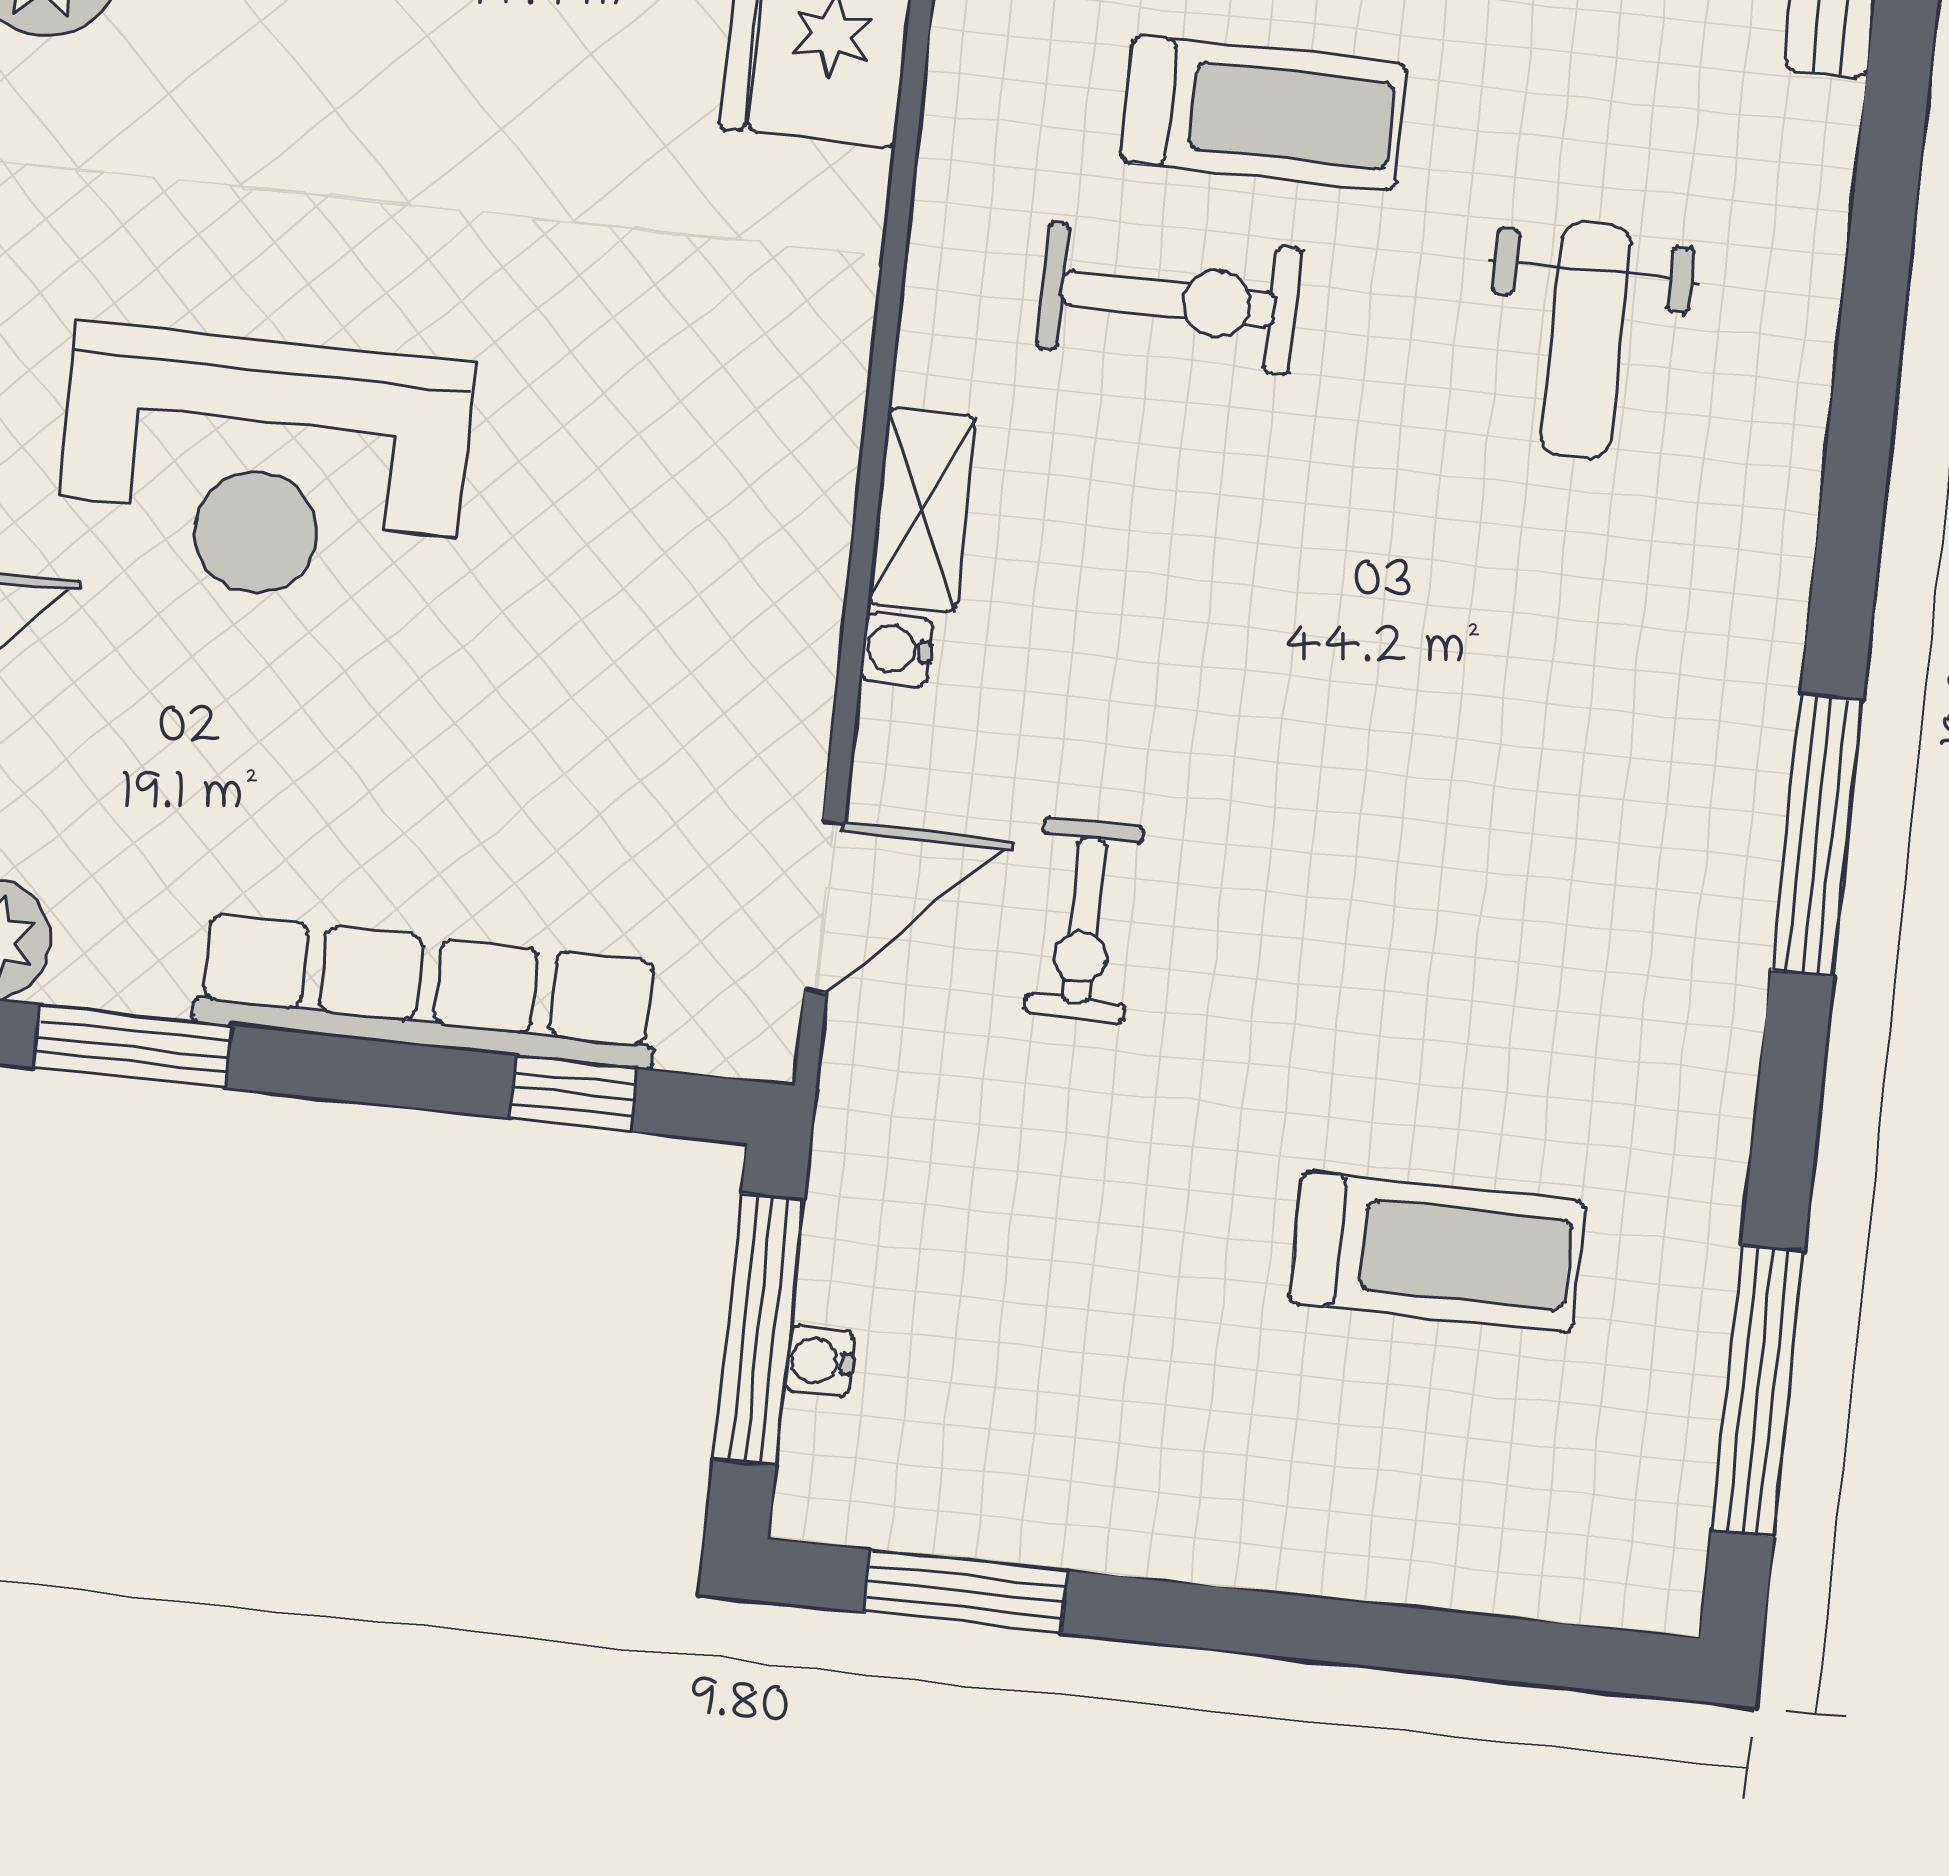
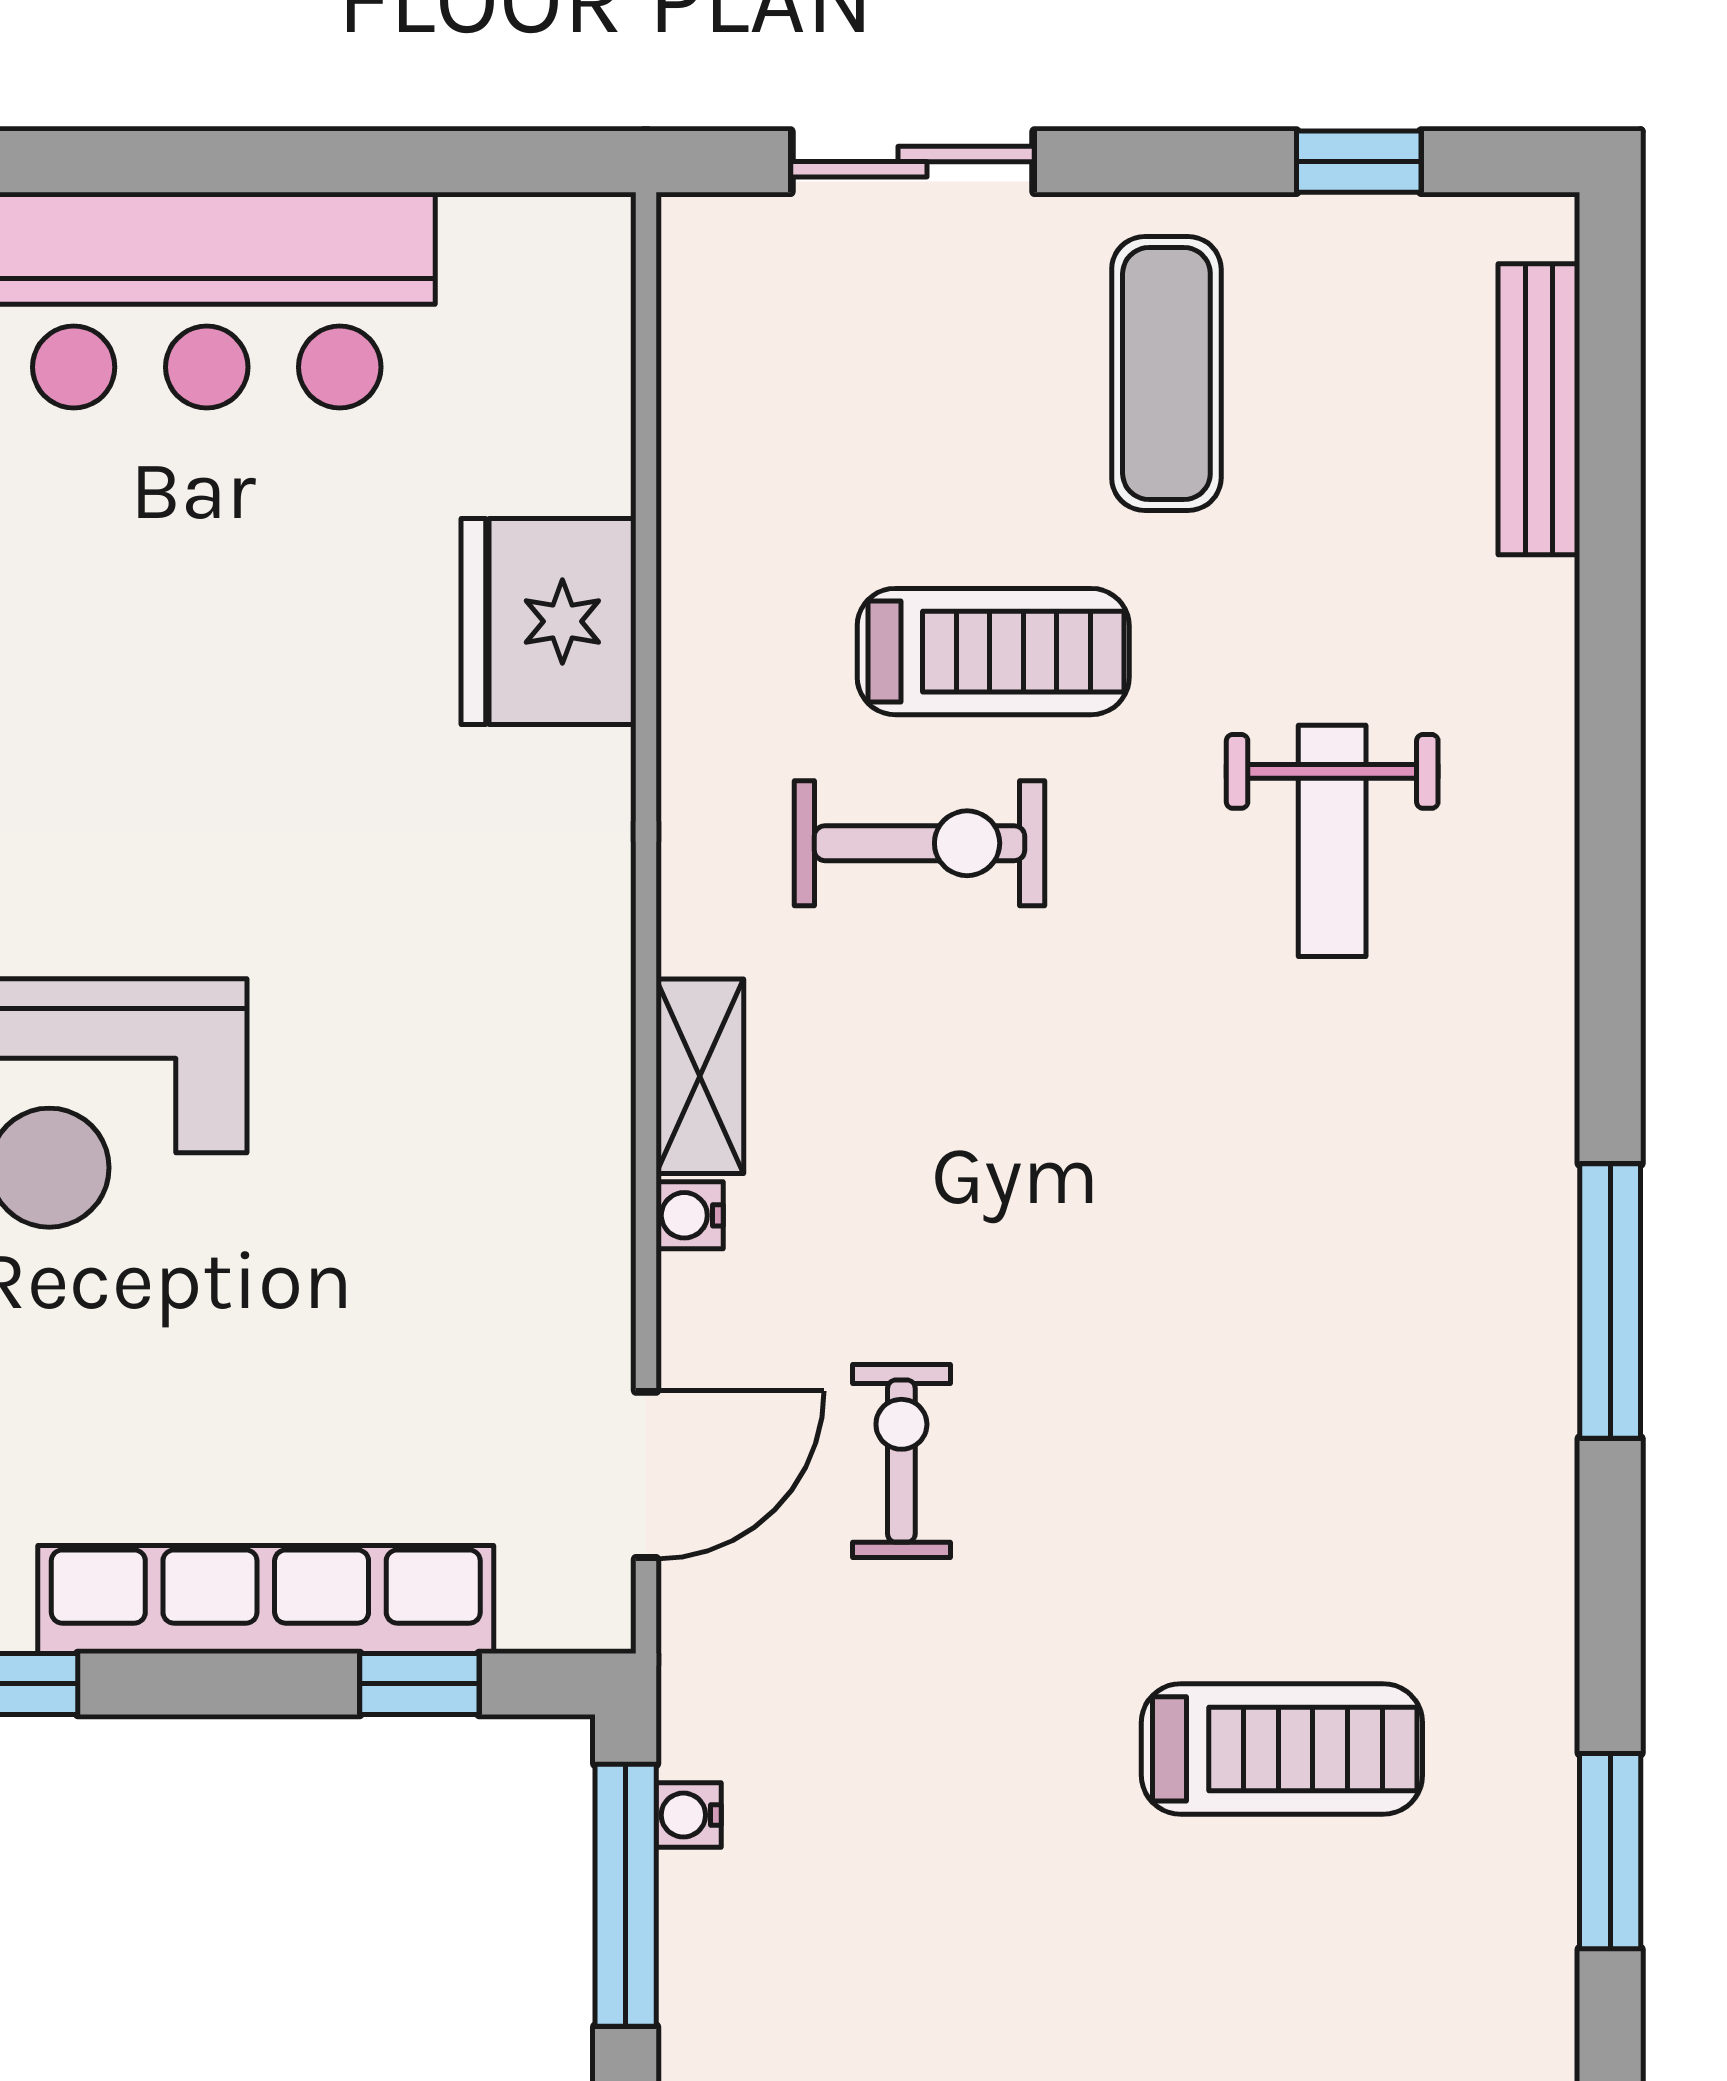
exercise bike: (1084, 920) -> (901, 1461), turned 180
water cooler: (820, 1361) -> (689, 1815), moved
window: (1758, 1391) -> (1610, 1851), width x0.69

